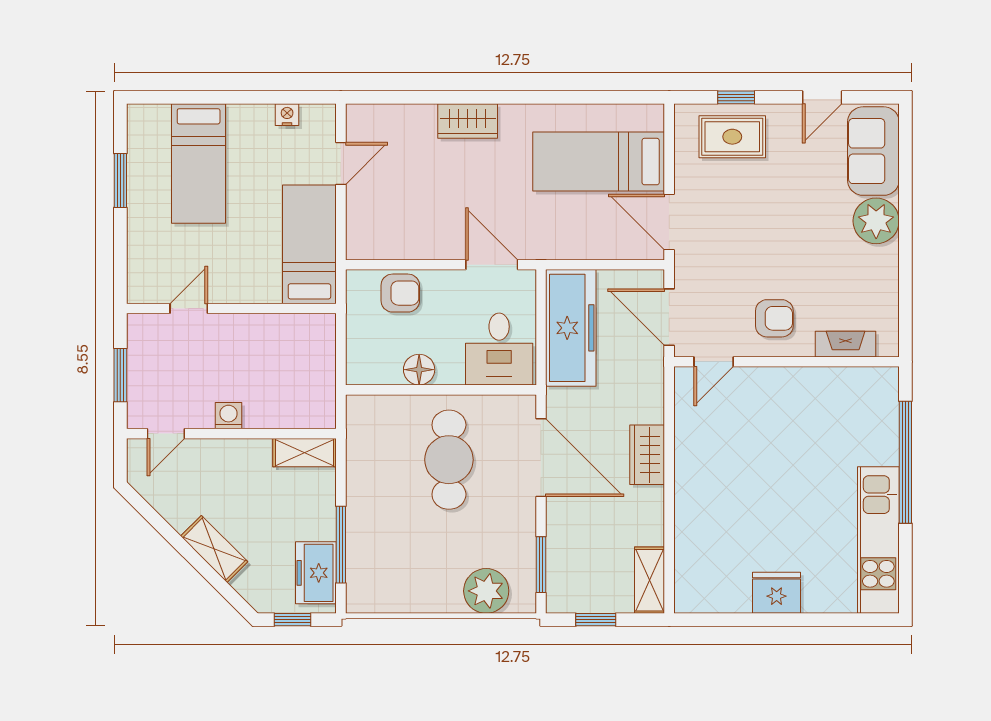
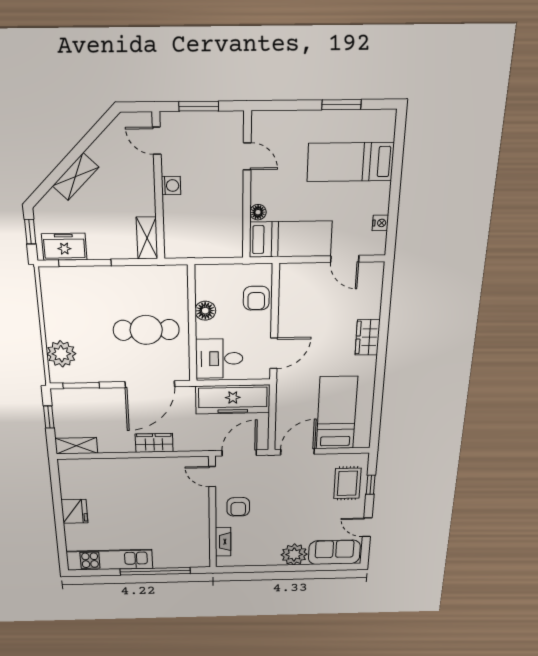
floor lamp: (269, 292) -> (258, 212), added

